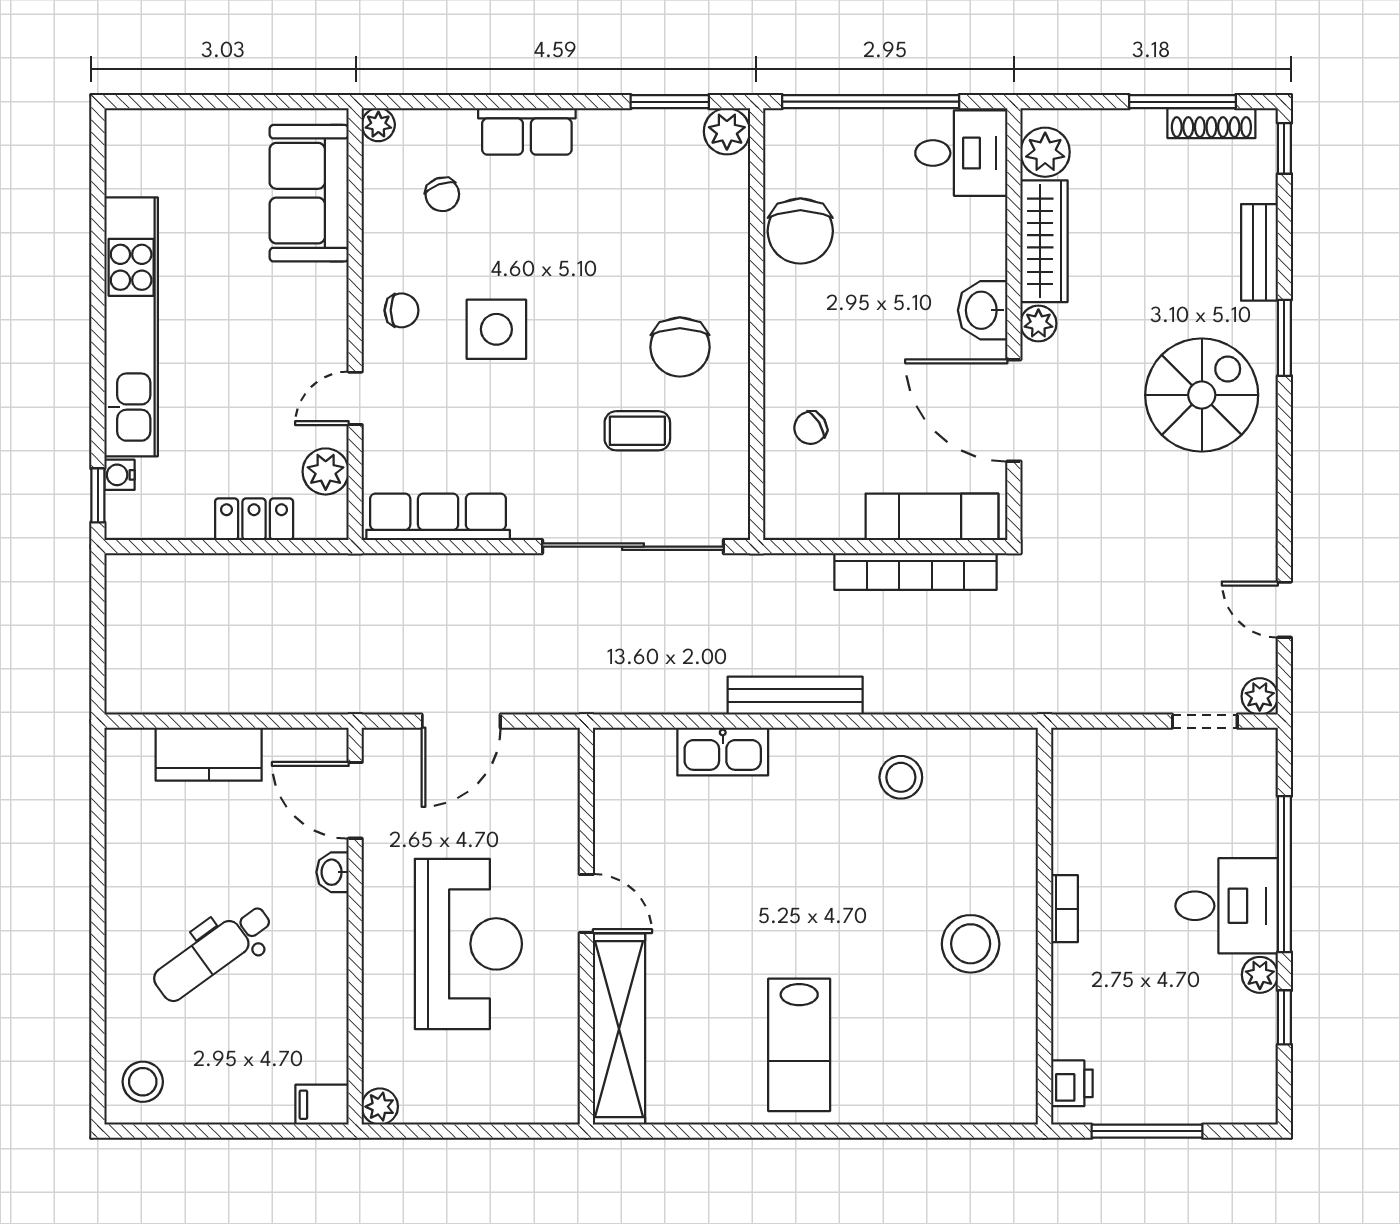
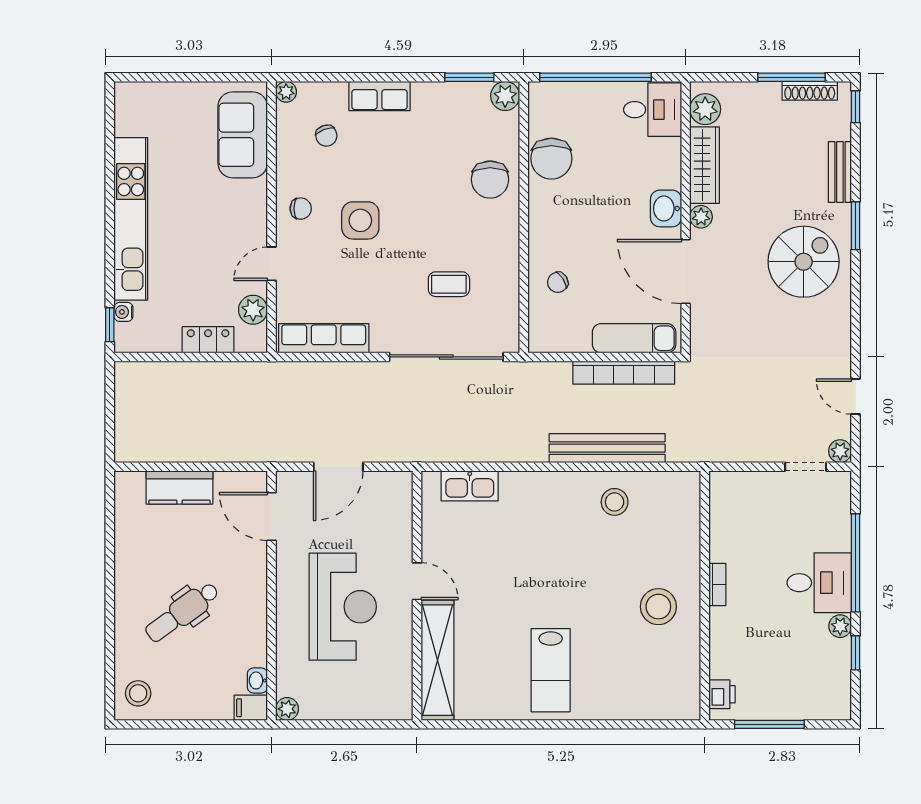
chair: (680, 347) -> (490, 180), moved
bench: (795, 696) -> (607, 448), moved, width x1.37, depth x1.21
kitchen sink: (723, 752) -> (470, 486), moved
washbasin: (333, 872) -> (257, 680), moved

